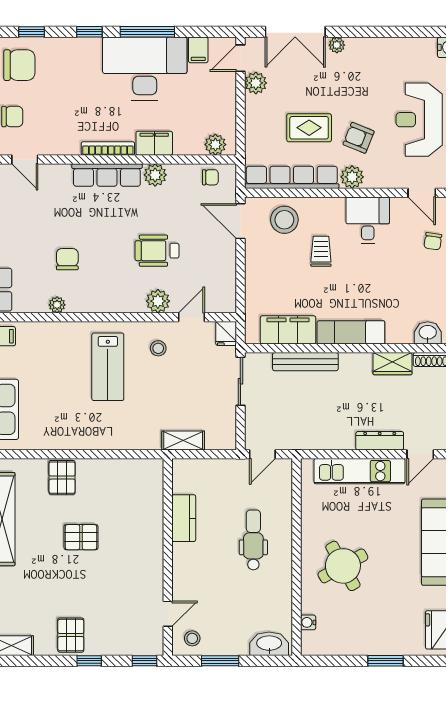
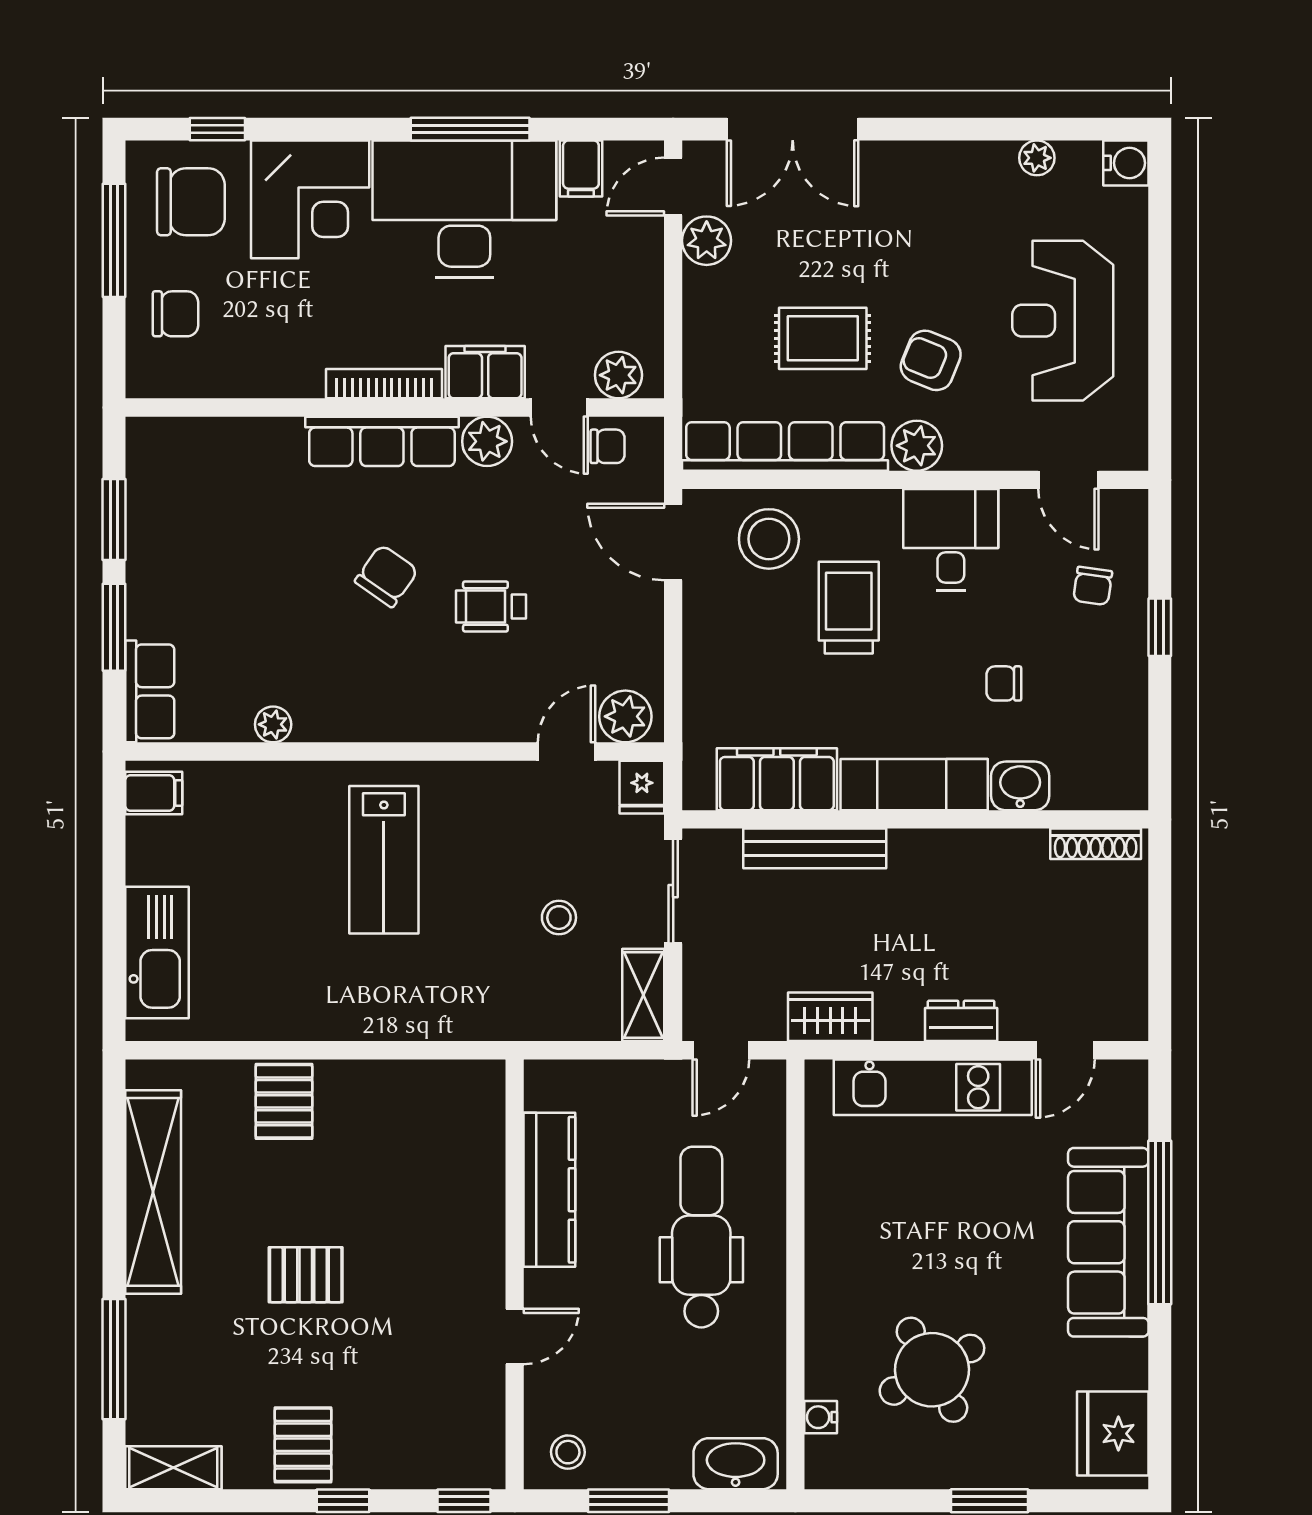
window: (89, 32) -> (344, 129), removed
plant: (337, 45) -> (1037, 158), moved
corner desk: (74, 64) -> (310, 199), added
door: (25, 159) -> (559, 407), moved
wheelchair: (157, 251) -> (491, 606), width x0.73, depth x0.73
trolley: (321, 251) -> (849, 608), width x1.36, depth x1.39
chair: (67, 259) -> (386, 576), moved, turned 35
chair: (392, 286) -> (1004, 683), added
plant: (158, 301) -> (625, 716), moved
washbasin: (428, 333) -> (1020, 786), moved
stool: (158, 348) -> (559, 918), moved
wardrobe: (392, 364) -> (830, 1017), moved, turned 180
shelving: (183, 441) -> (643, 995), moved, turned 90
dresser: (380, 441) -> (961, 1021), width x0.70
kitchen counter: (184, 518) -> (549, 1190), width x1.50
pallet: (81, 537) -> (306, 1275), moved
dental chair: (253, 540) -> (701, 1237), width x1.36, depth x1.38
round table: (343, 566) -> (932, 1370), moved
door: (168, 614) -> (515, 1336), moved

